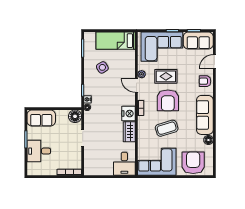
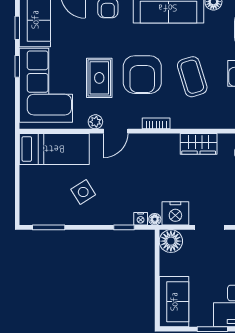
bed: (116, 41) -> (54, 149), moved, turned -90
armchair: (168, 100) -> (142, 75), turned 90
nightstand: (129, 114) -> (175, 213), moved, turned 180

